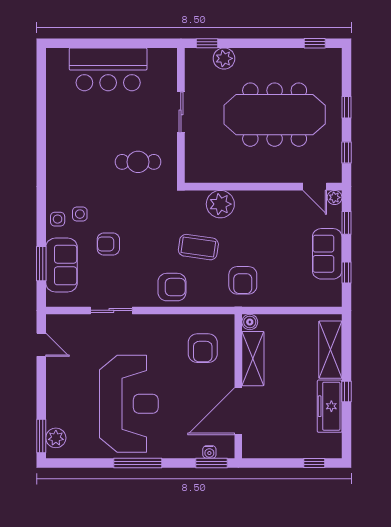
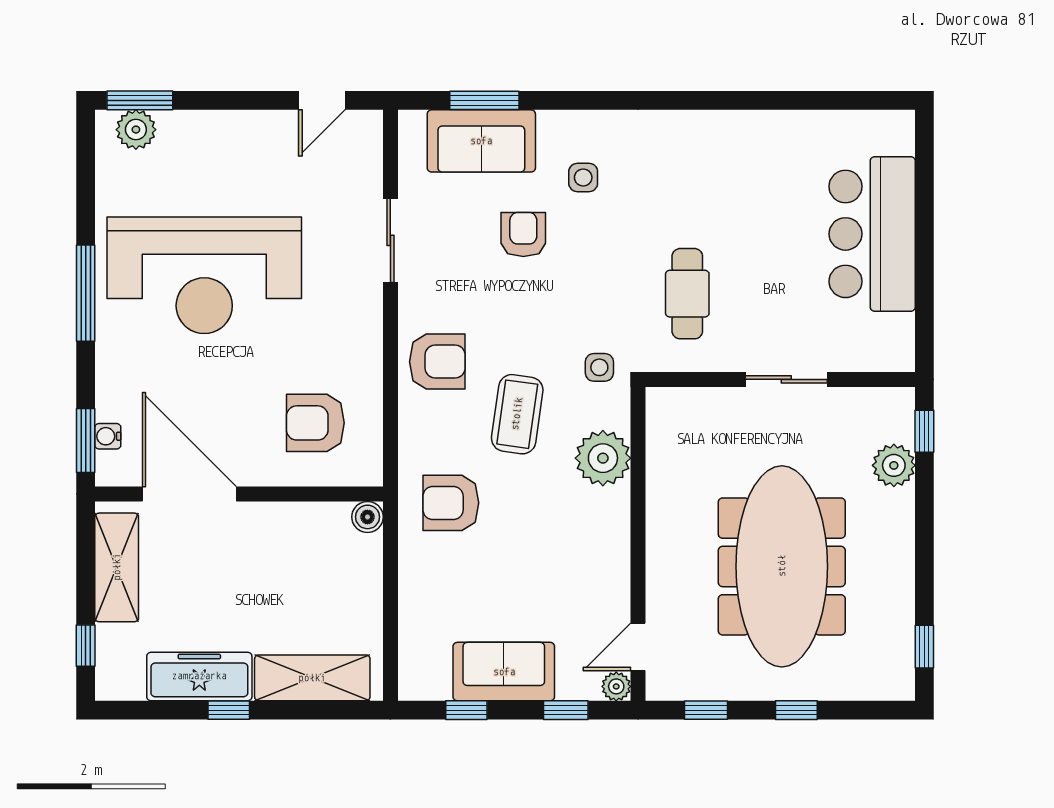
side table: (58, 219) -> (599, 367), moved
armchair: (172, 287) -> (437, 362), turned -90
shelving: (253, 359) -> (117, 567), moved, turned 90

